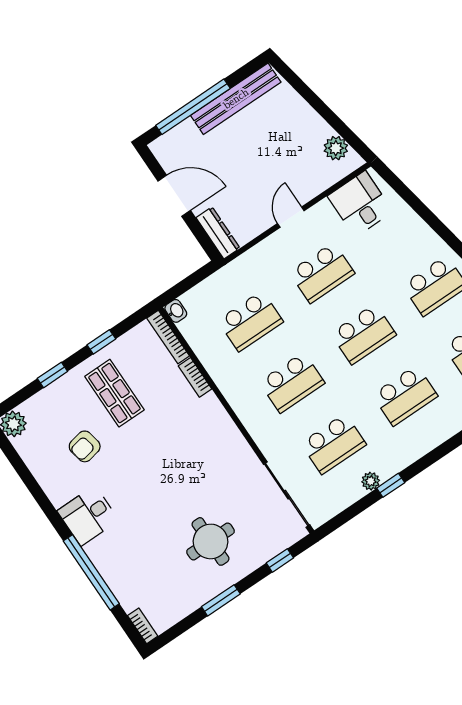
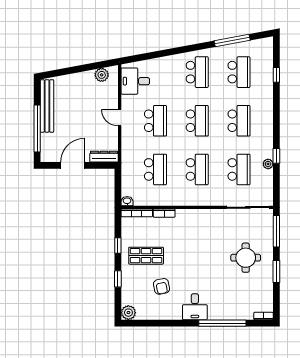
window: (280, 560) -> (276, 231), width x2.17

